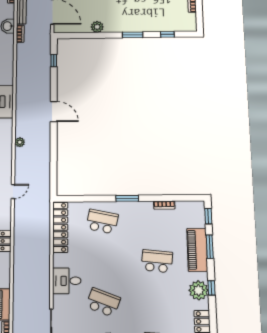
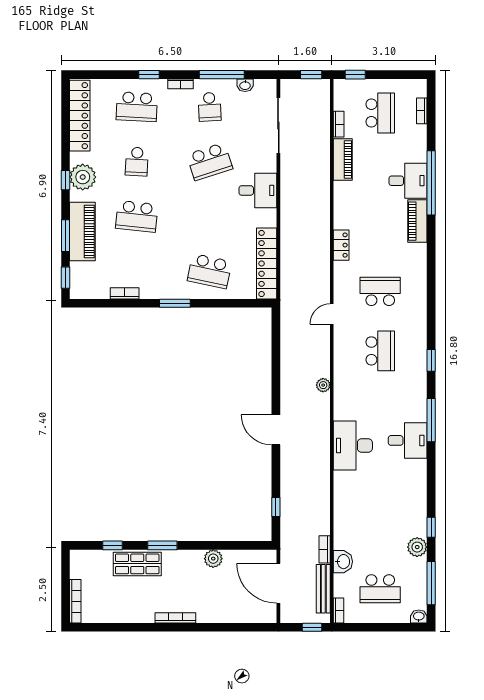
shop shelf: (150, 23) -> (137, 564), added
school desk: (103, 302) -> (210, 162), turned -39
school desk: (158, 302) -> (137, 162), added

